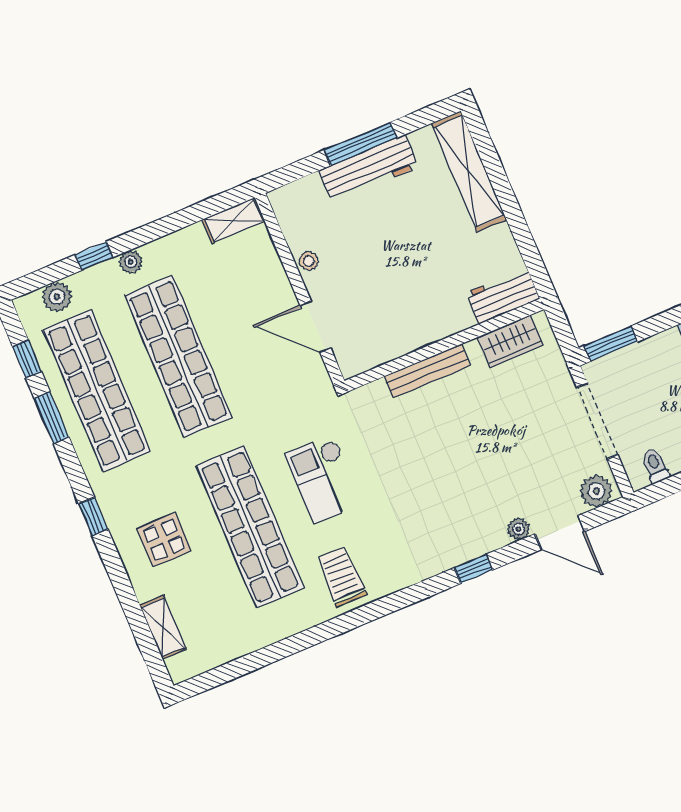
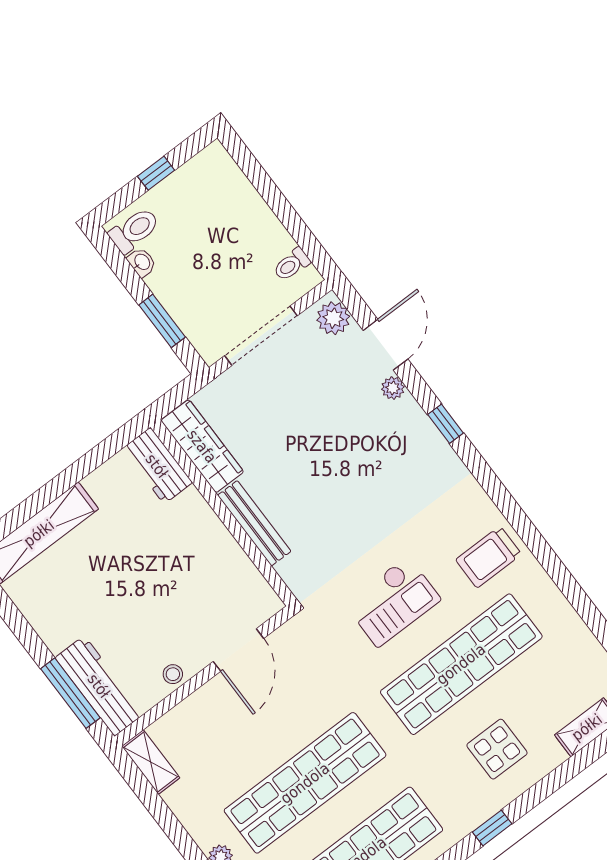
window: (361, 144) -> (70, 693), moved
workbench: (369, 169) -> (99, 686), moved
wardrobe: (510, 341) -> (202, 446), width x1.50
window: (611, 344) -> (162, 321), moved

